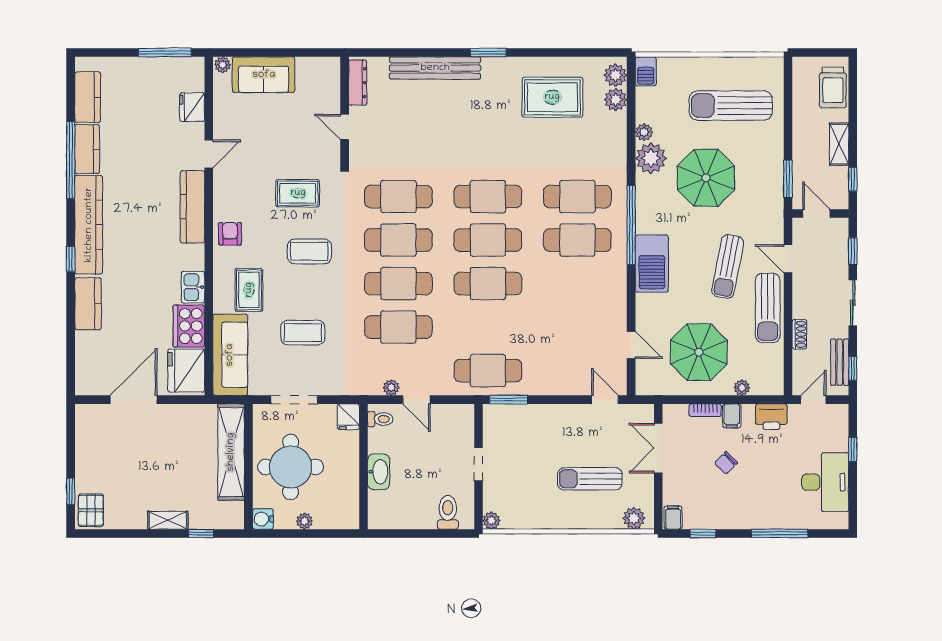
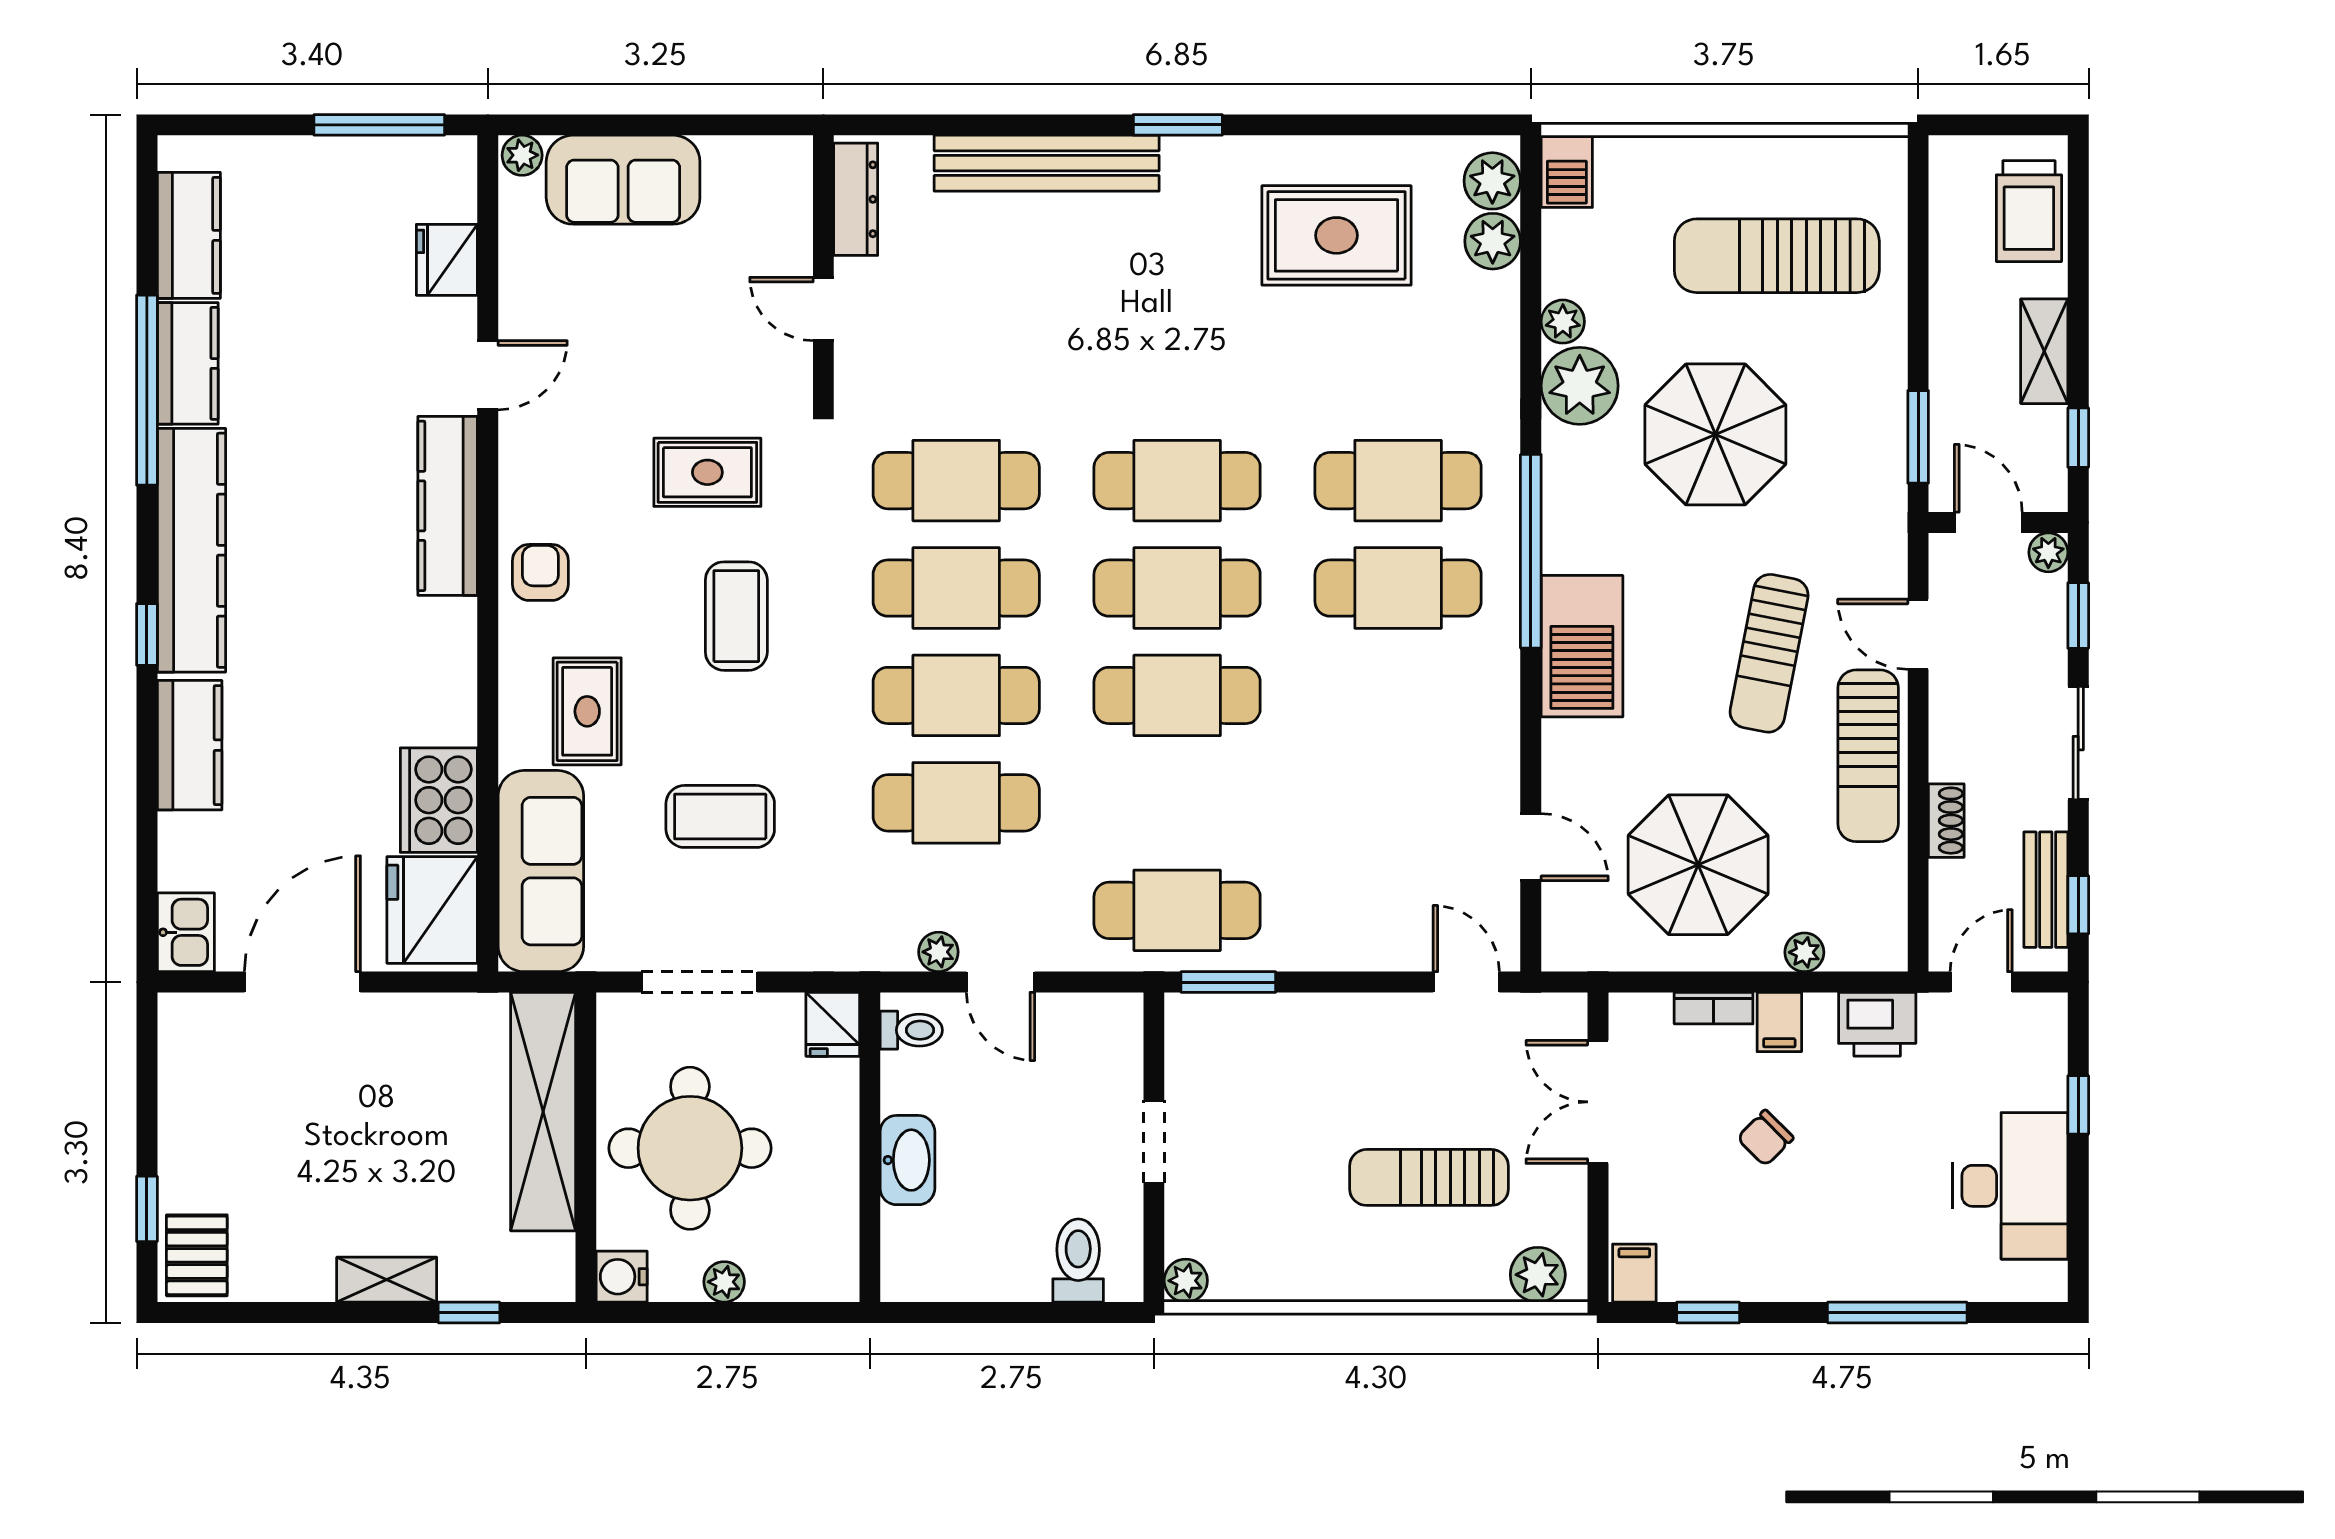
plant: (841, 226) -> (2048, 552), added
coffee table: (309, 251) -> (736, 616), turned 90
kitchen sink: (193, 287) -> (186, 932), moved, turned 180

